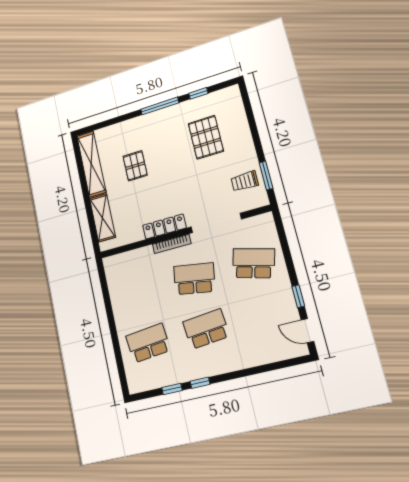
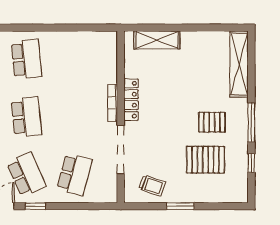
shelving: (91, 164) -> (239, 64), moved, turned 90
pallet: (135, 166) -> (212, 122), moved
window: (266, 176) -> (180, 206), moved
trolley: (245, 181) -> (152, 185), turned 109
school desk: (194, 279) -> (26, 175), moved, turned -33

